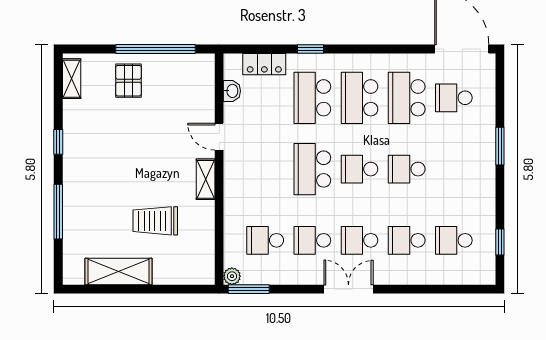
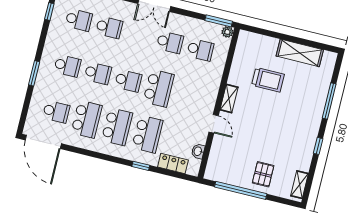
school desk: (359, 240) -> (67, 66), moved

